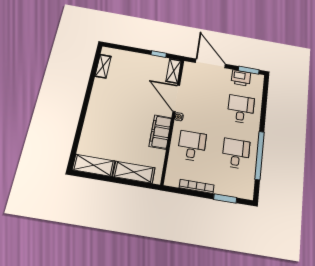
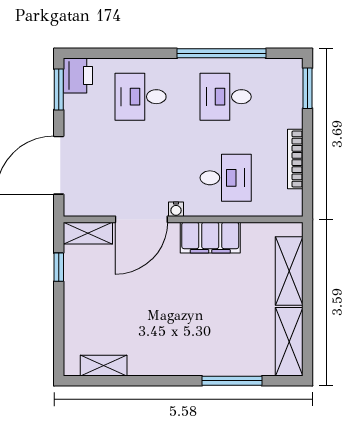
printer: (241, 78) -> (78, 76), moved
window: (79, 130) -> (232, 381), added
desk: (192, 146) -> (226, 178), turned 180
window: (225, 198) -> (308, 88), moved

